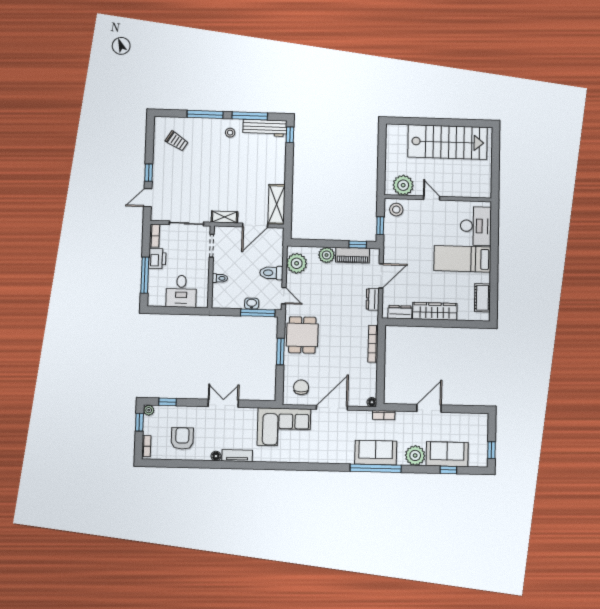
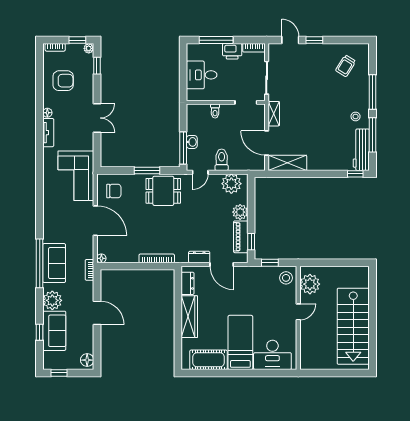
cot: (482, 298) -> (208, 360), width x1.37, depth x1.34
floor lamp: (478, 420) -> (87, 360), added

